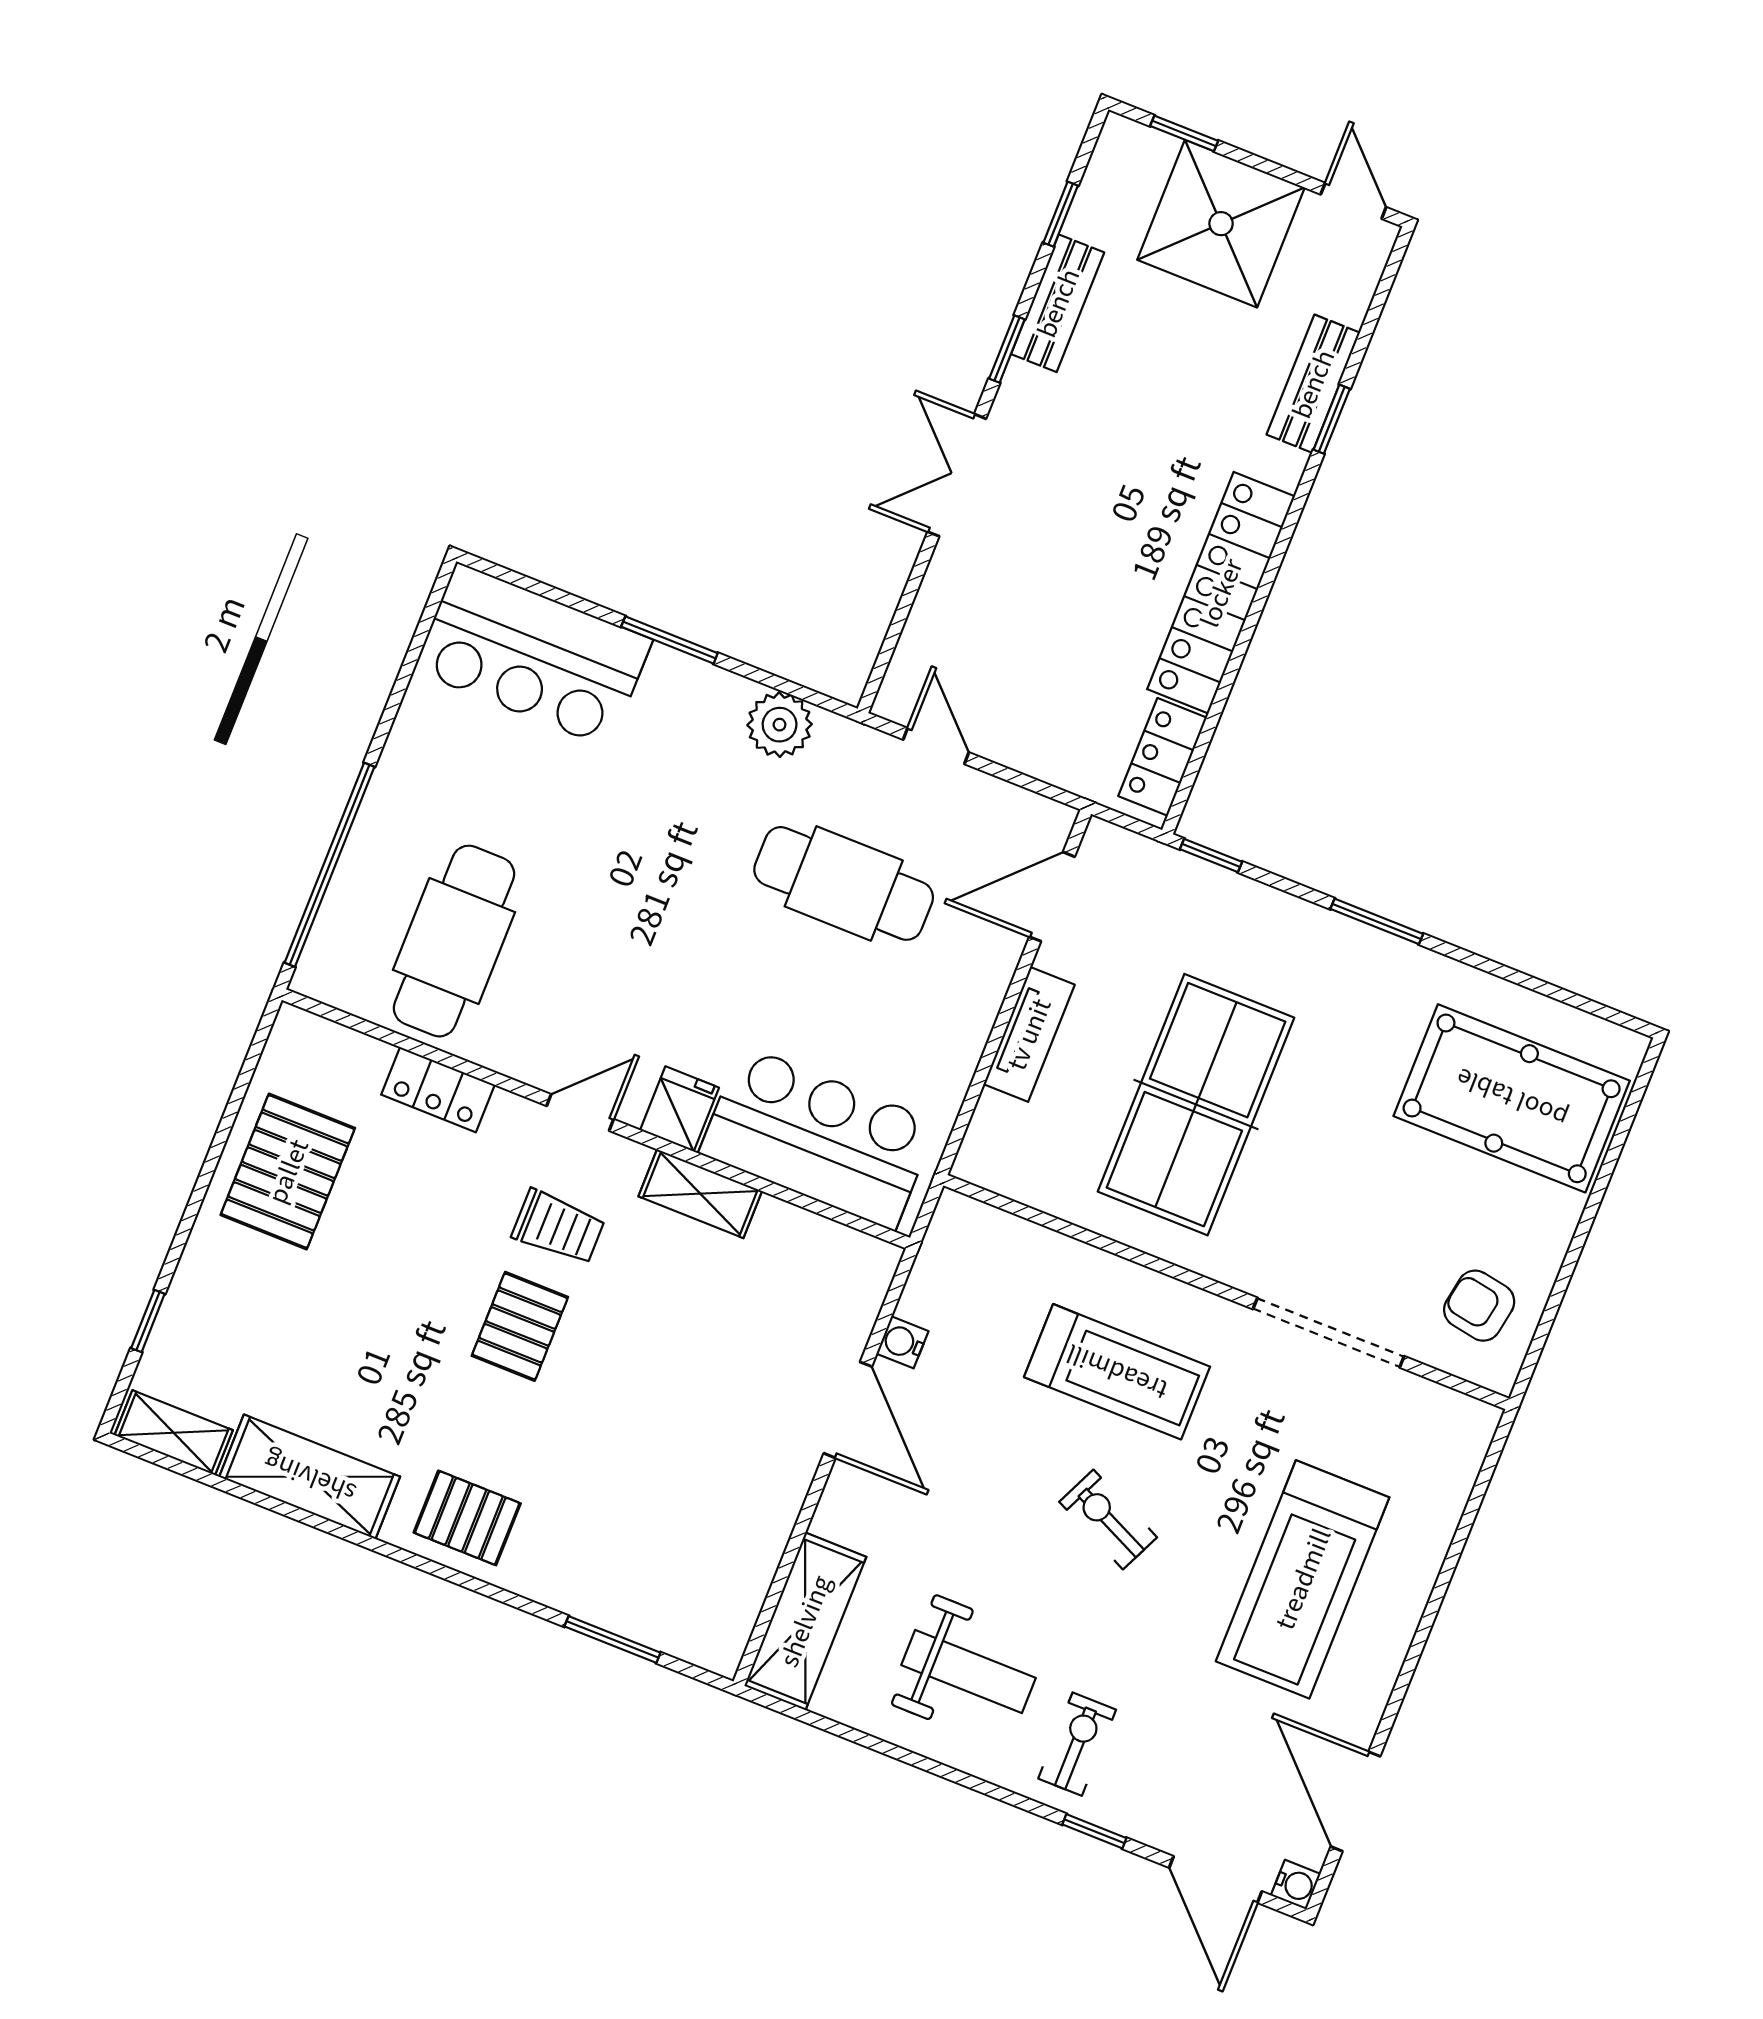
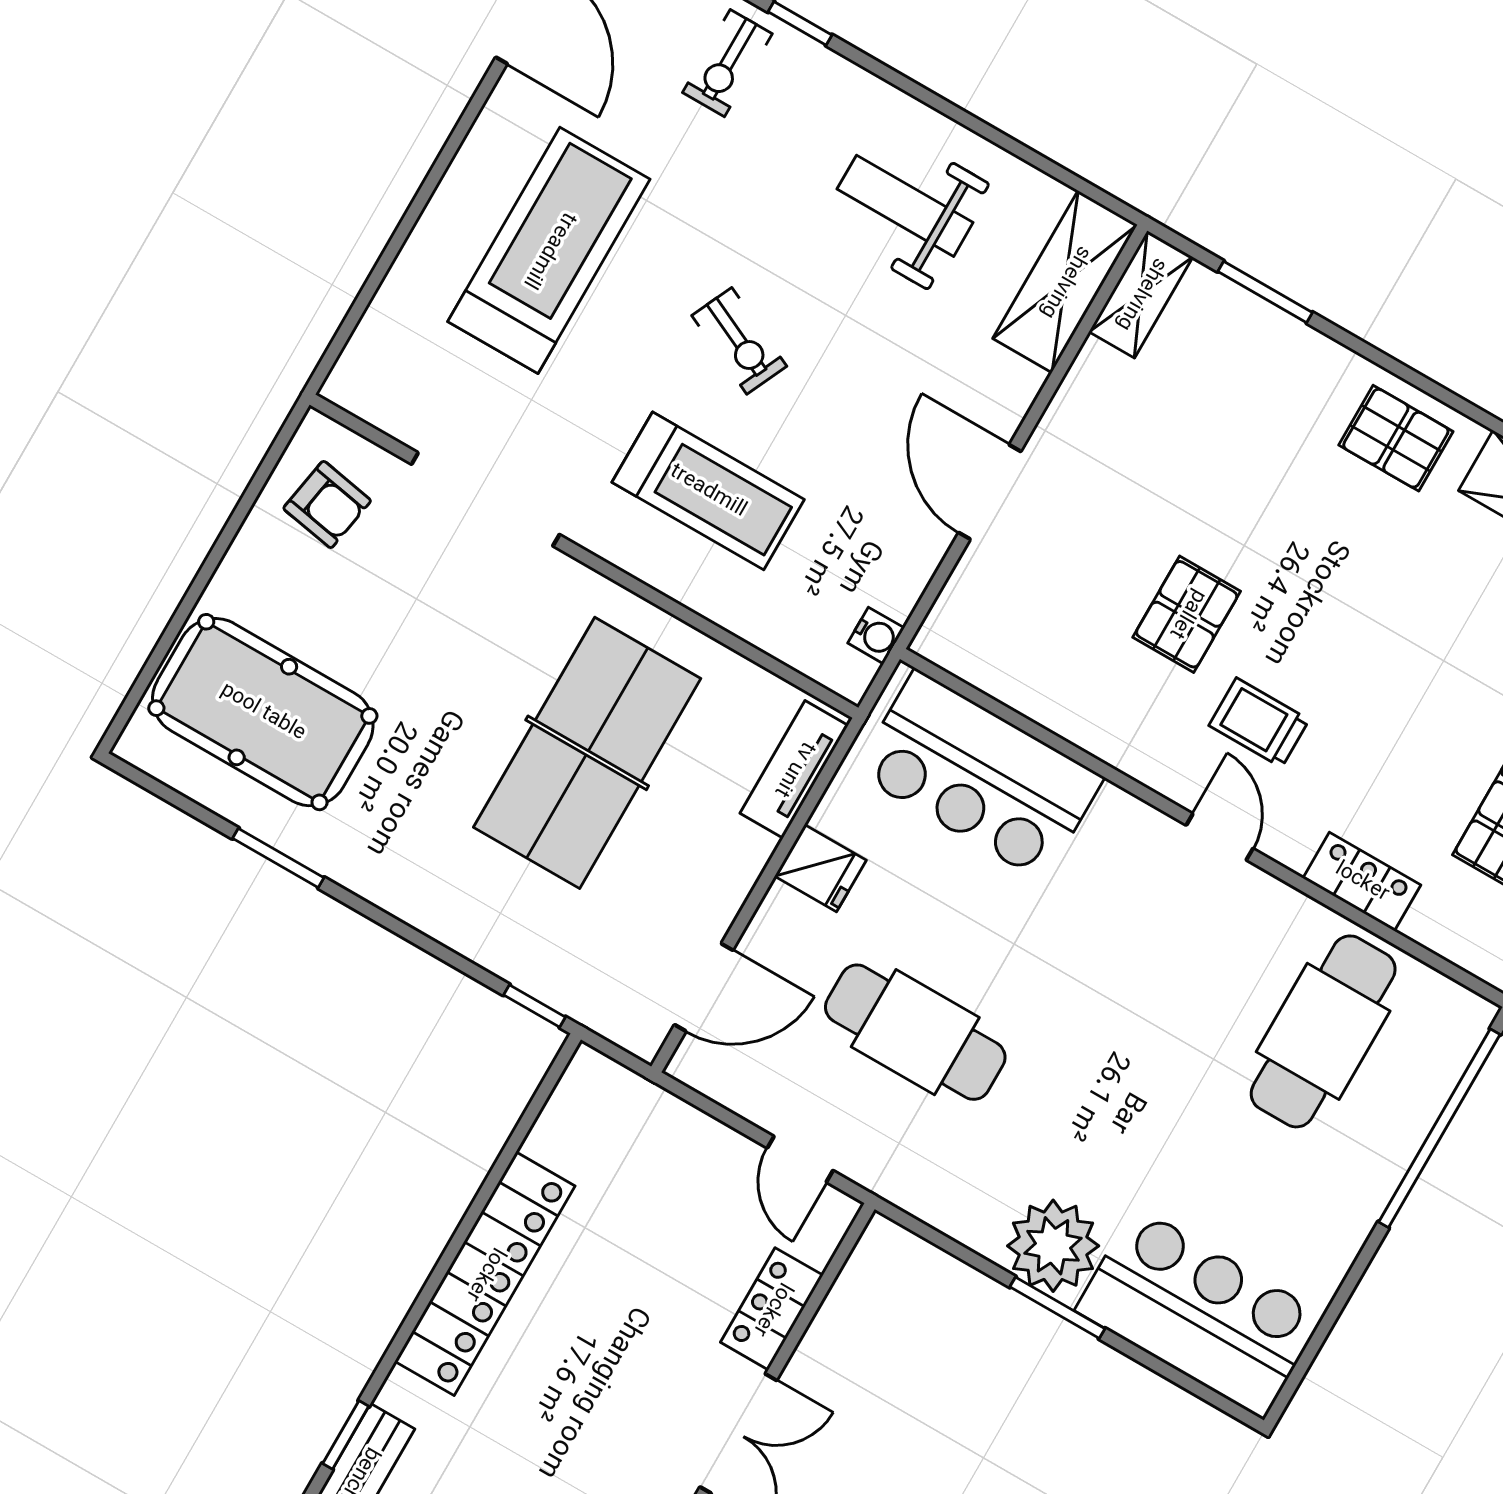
plant: (780, 725) -> (1053, 1246), moved, width x1.36, depth x1.36
locker: (1163, 757) -> (772, 1309), moved, turned 180
window: (1377, 921) -> (278, 858), moved
tv unit: (1029, 1034) -> (794, 769), moved
fridge: (679, 1109) -> (820, 868), moved, turned -90
door: (580, 1113) -> (1220, 837), swing flipped
shelving: (700, 1194) -> (1141, 294), moved, turned 90
pallet: (520, 1326) -> (1187, 614), moved
water cooler: (902, 1342) -> (876, 636), moved
treadmill: (1117, 1372) -> (708, 491), turned 180
exercise bike: (1077, 1744) -> (727, 63), moved

